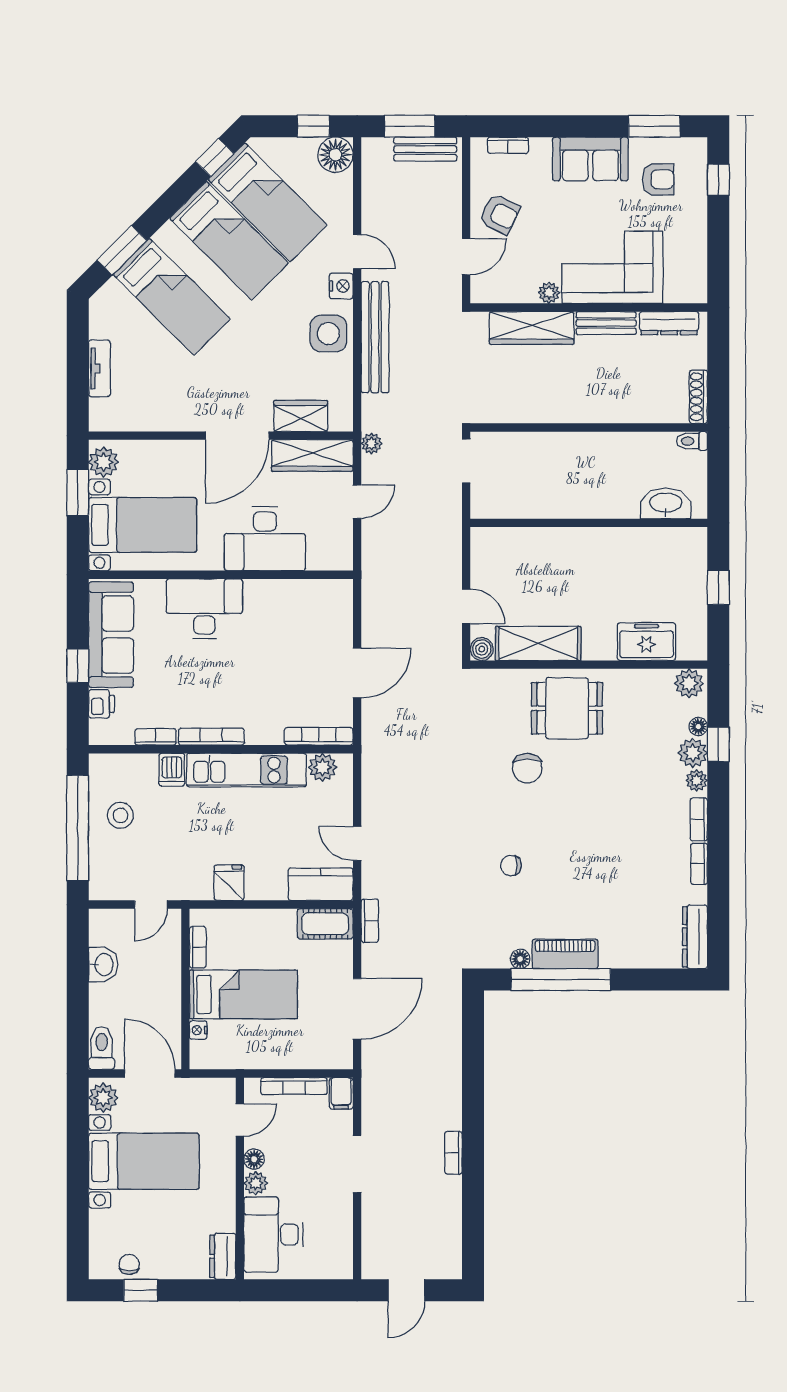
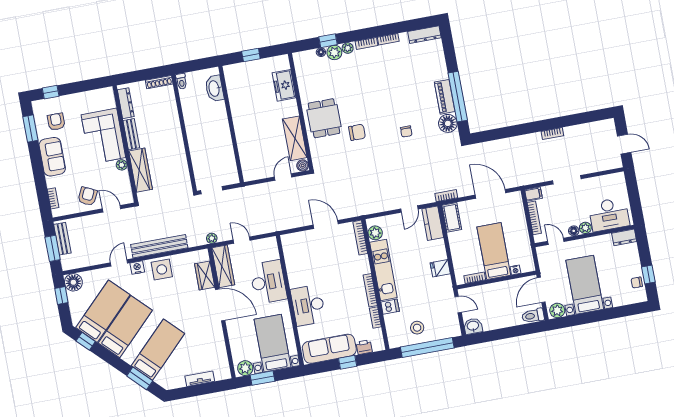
plant: (689, 683) -> (301, 61), removed
floor lamp: (520, 959) -> (448, 123), width x1.89, depth x1.89
washbasin: (103, 965) -> (473, 326), moved

